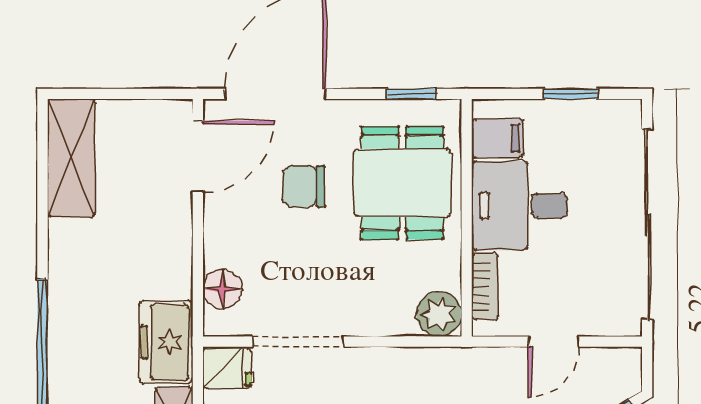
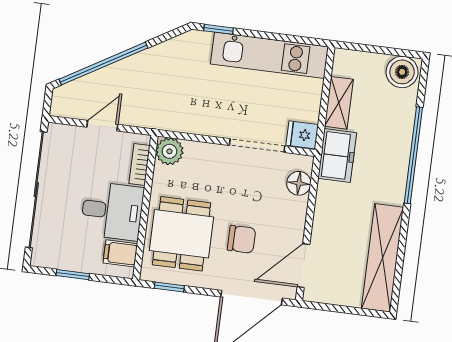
shelving: (71, 158) -> (383, 258), width x1.47

